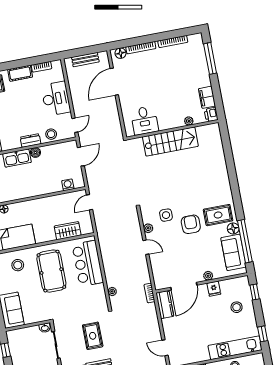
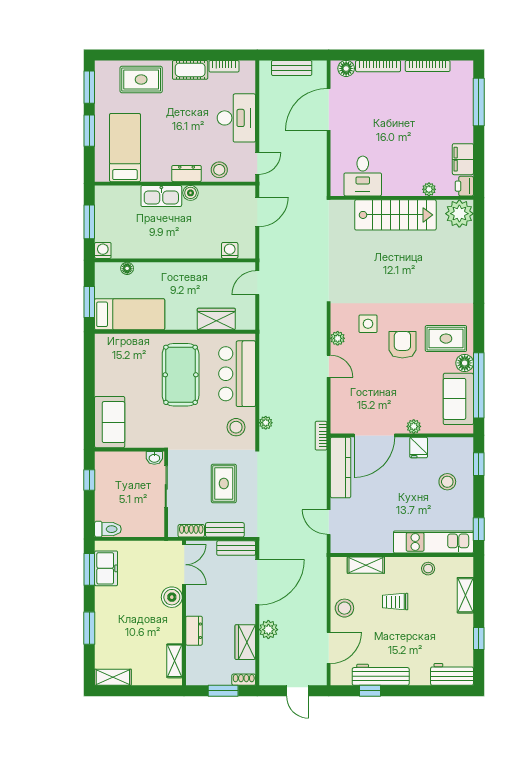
plant: (211, 133) -> (459, 214), added
stool: (18, 265) -> (236, 427), moved
kitchen counter: (165, 305) -> (341, 467), width x1.50

